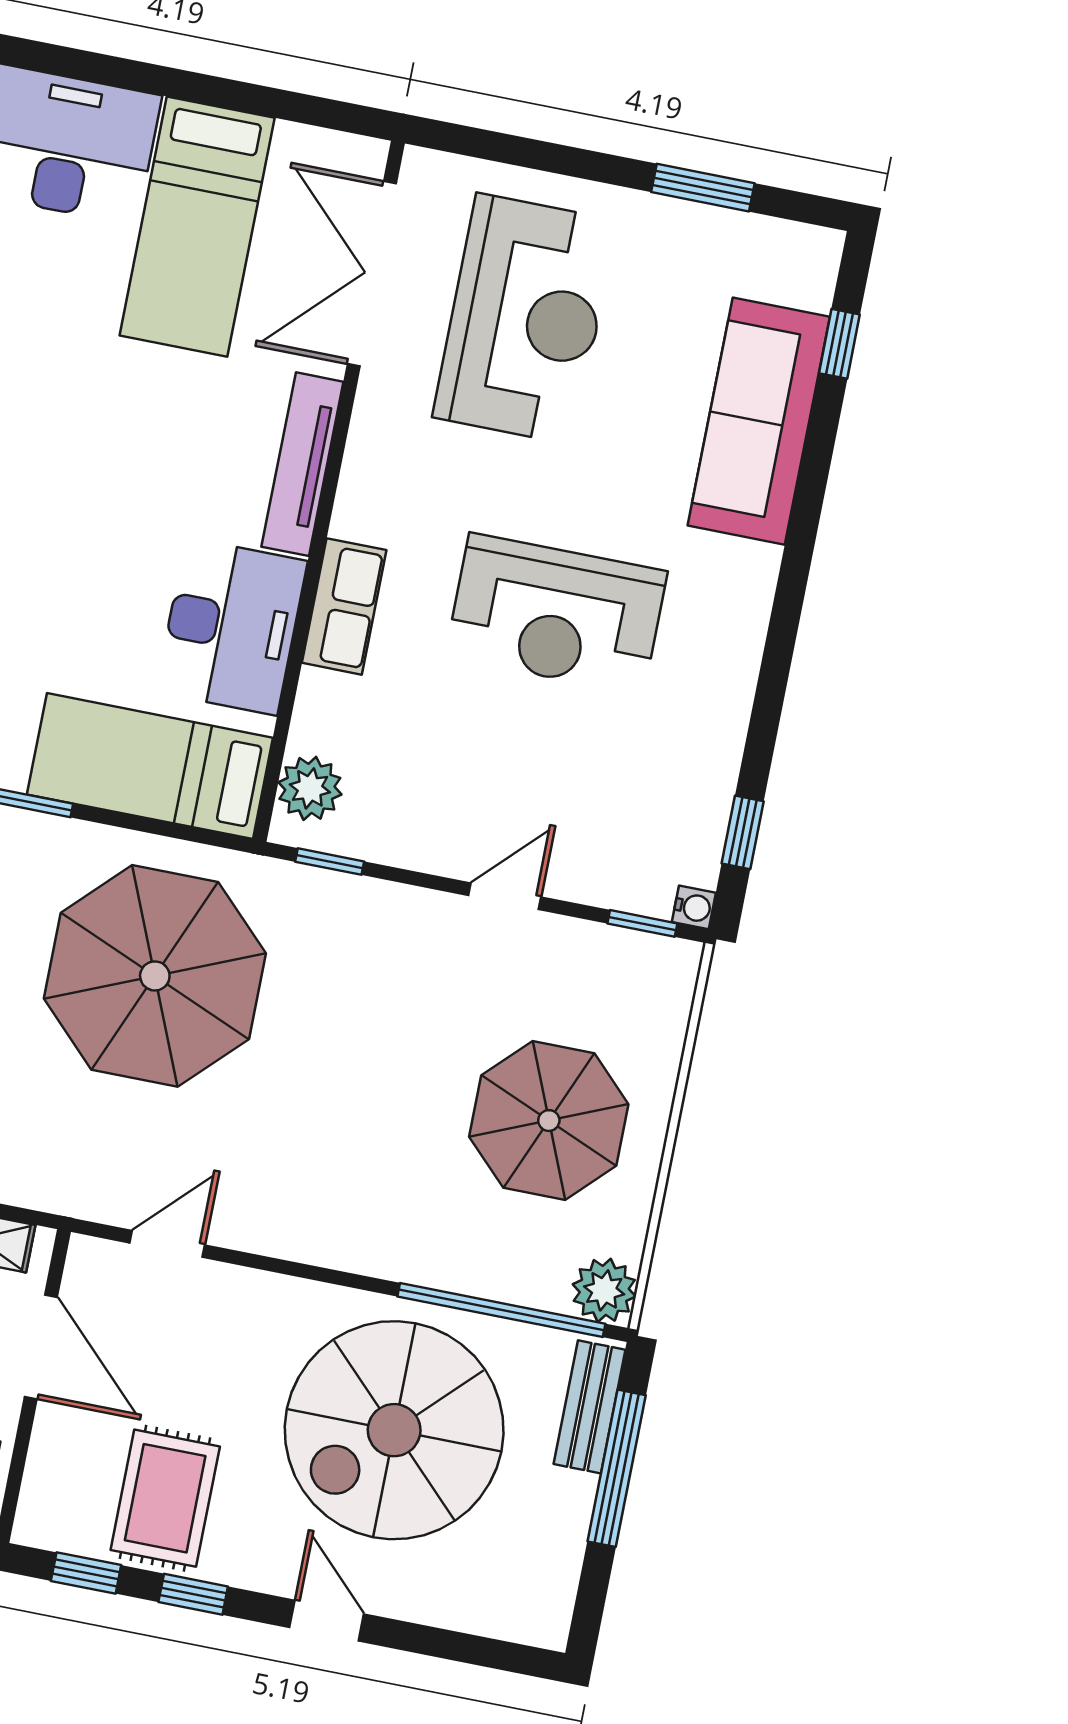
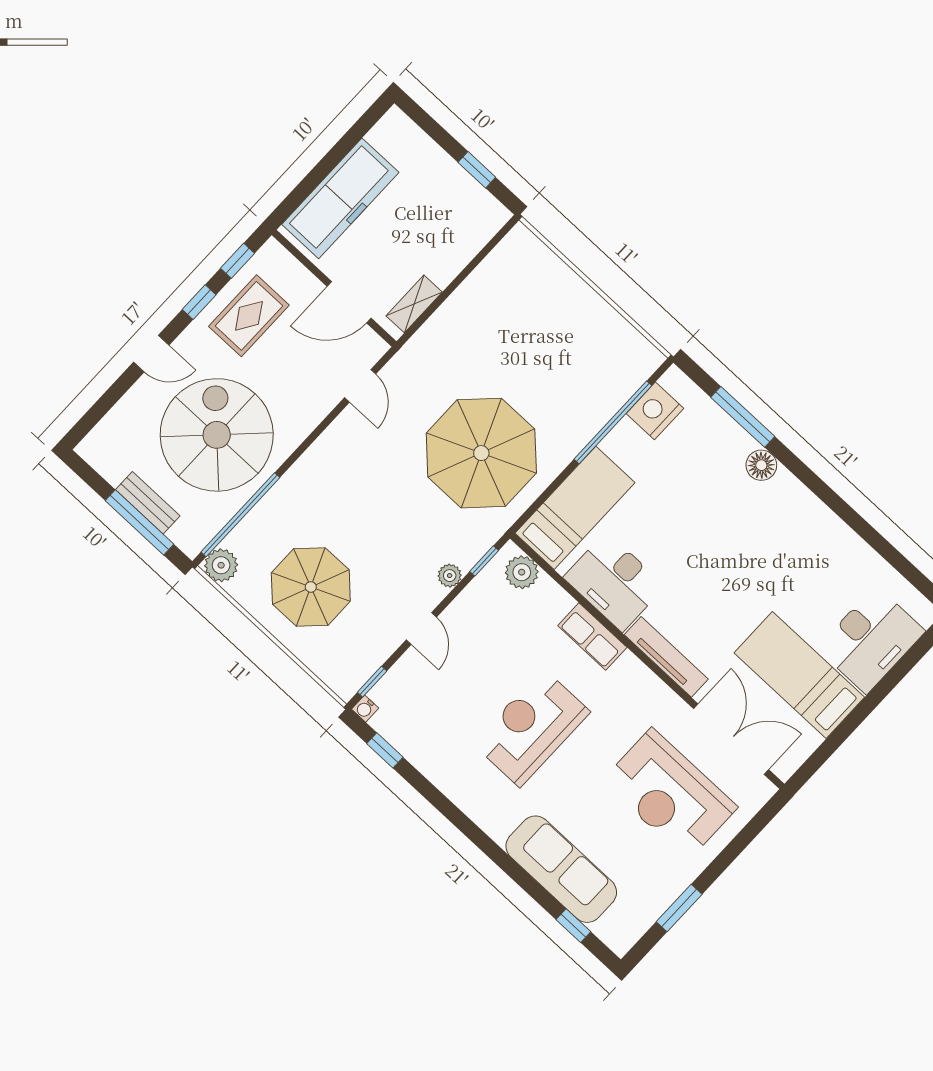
plant: (389, 904) -> (450, 576), added
bench: (589, 1407) -> (148, 503), moved
rug: (165, 1498) -> (249, 316), turned 90

